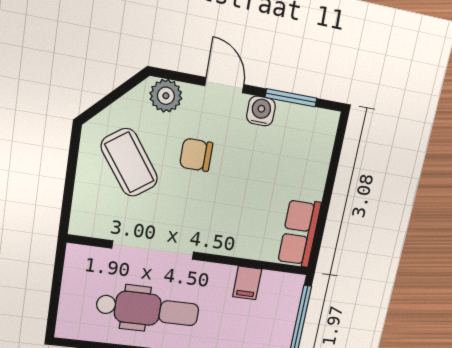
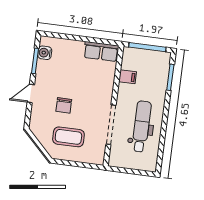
plant: (166, 96) -> (37, 121), removed
water cooler: (261, 111) -> (45, 53), moved
coffee table: (129, 163) -> (68, 137), turned 36

